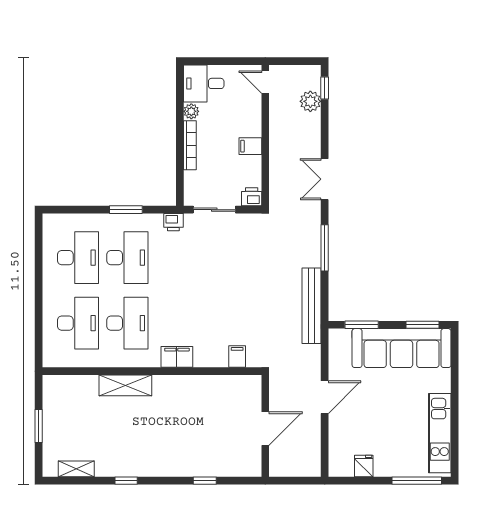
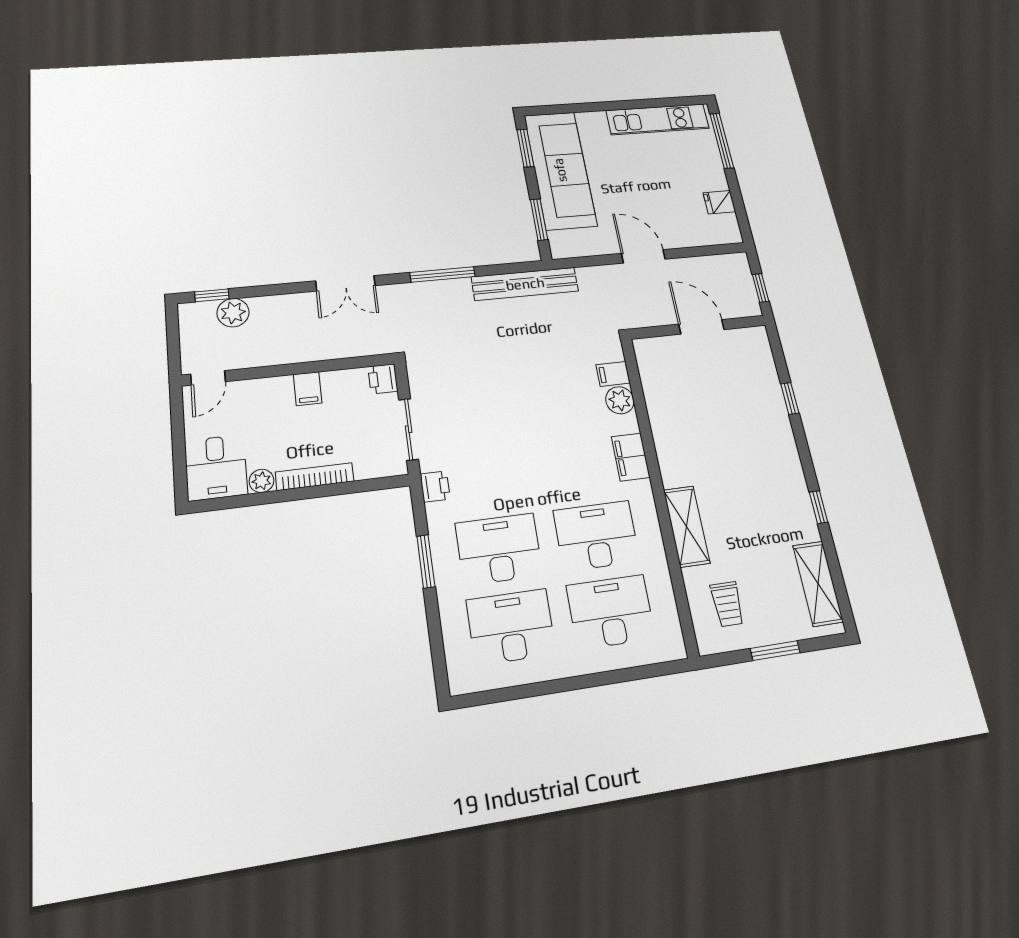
plant: (218, 358) -> (620, 400), added
trolley: (72, 401) -> (727, 604), added
shelving: (76, 469) -> (818, 584), width x1.50, depth x1.33
window: (291, 481) -> (761, 288), added

